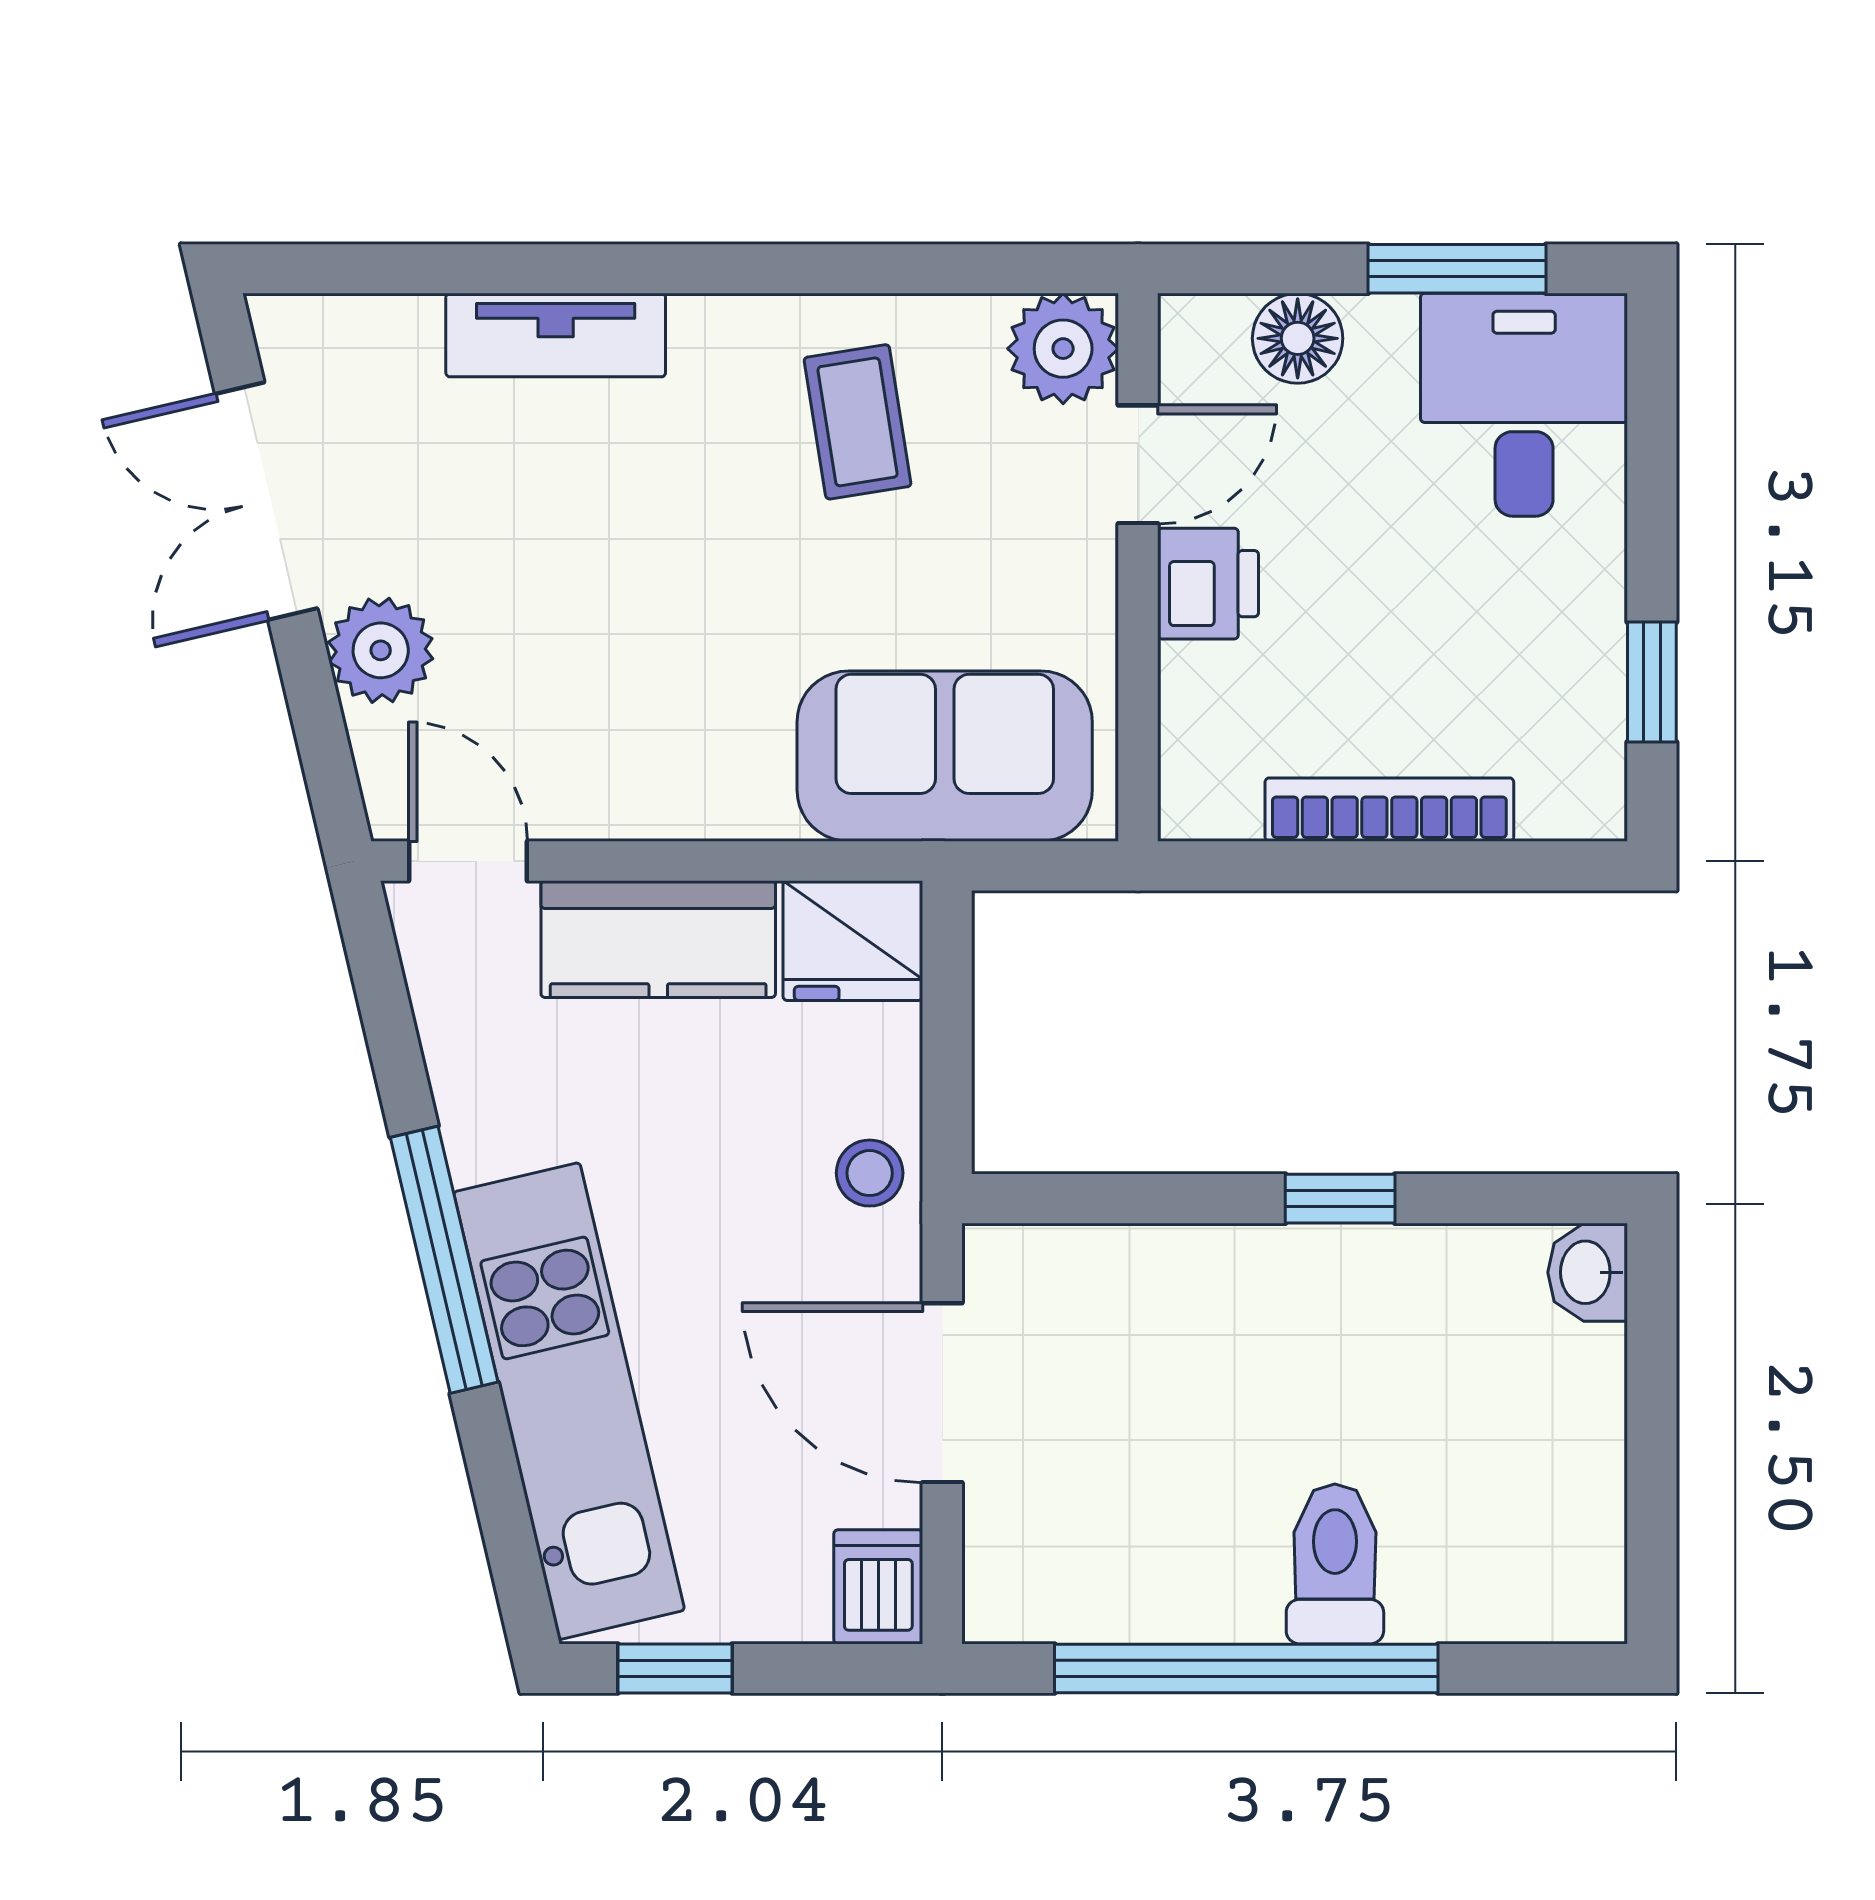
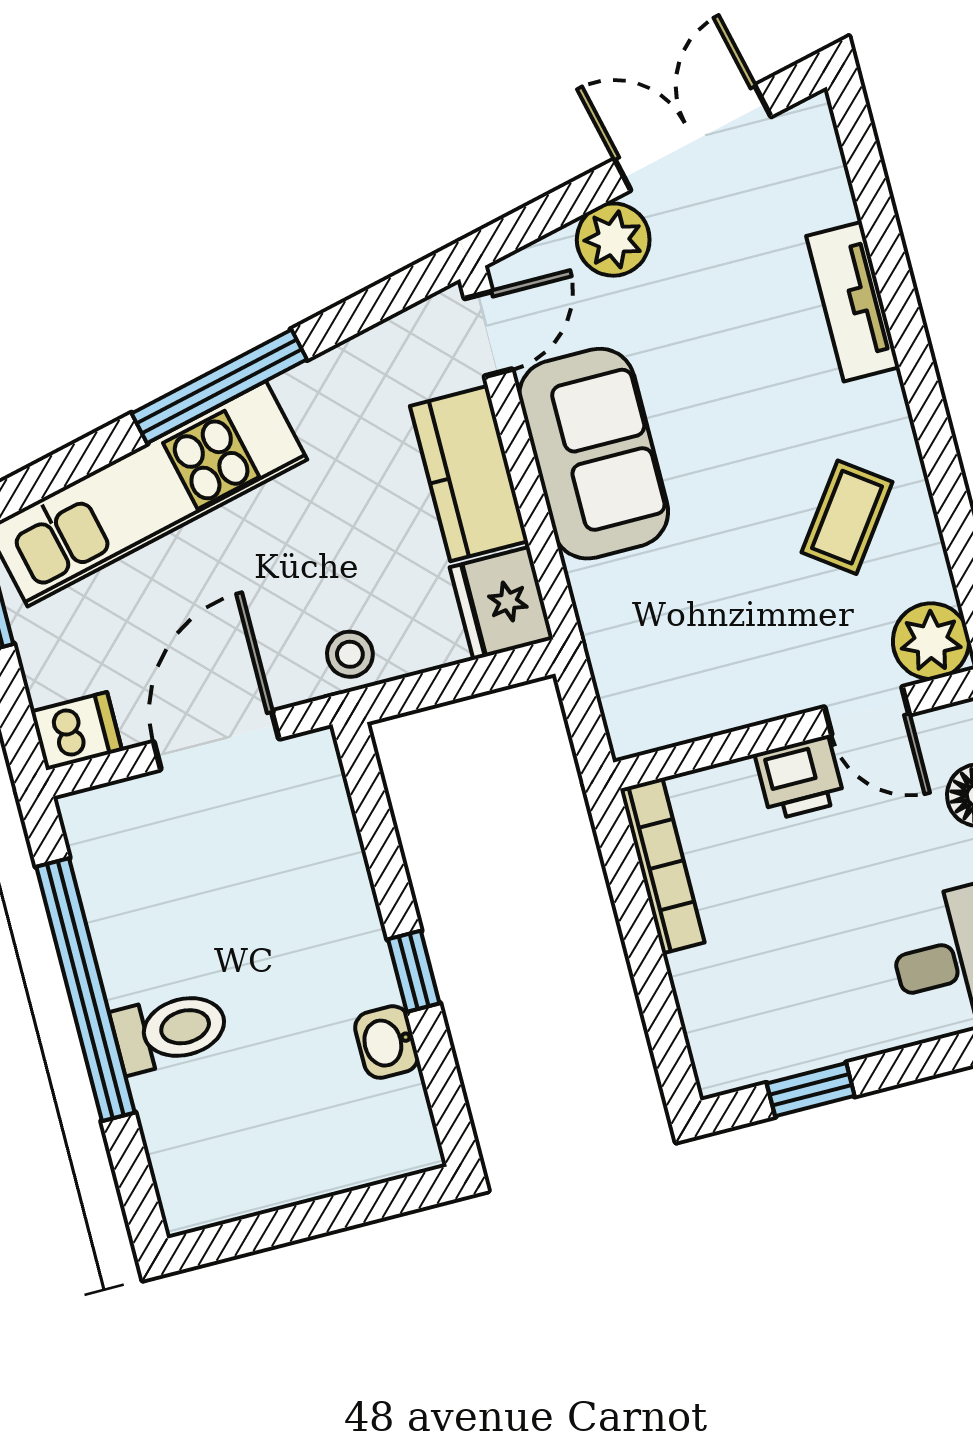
coffee table: (858, 422) -> (847, 517), turned -45
sofa: (945, 756) -> (594, 454), moved
bookcase: (1389, 810) -> (662, 866), moved
washbasin: (1588, 1272) -> (387, 1042), moved, turned -90

